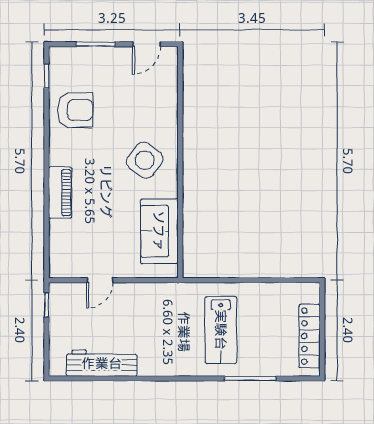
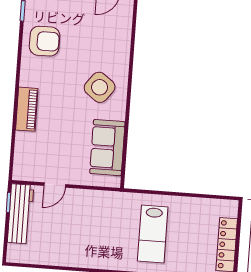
workbench: (102, 363) -> (21, 214), moved, turned 90

